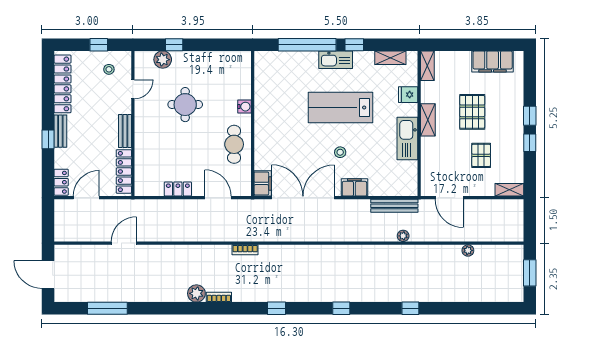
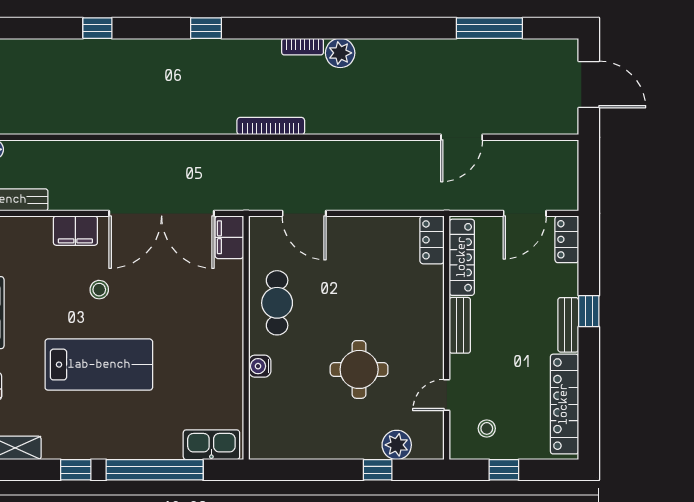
kitchen sink: (336, 60) -> (211, 445), moved
locker: (178, 189) -> (432, 240), moved, turned 90
bookcase: (245, 250) -> (271, 126), width x1.56

